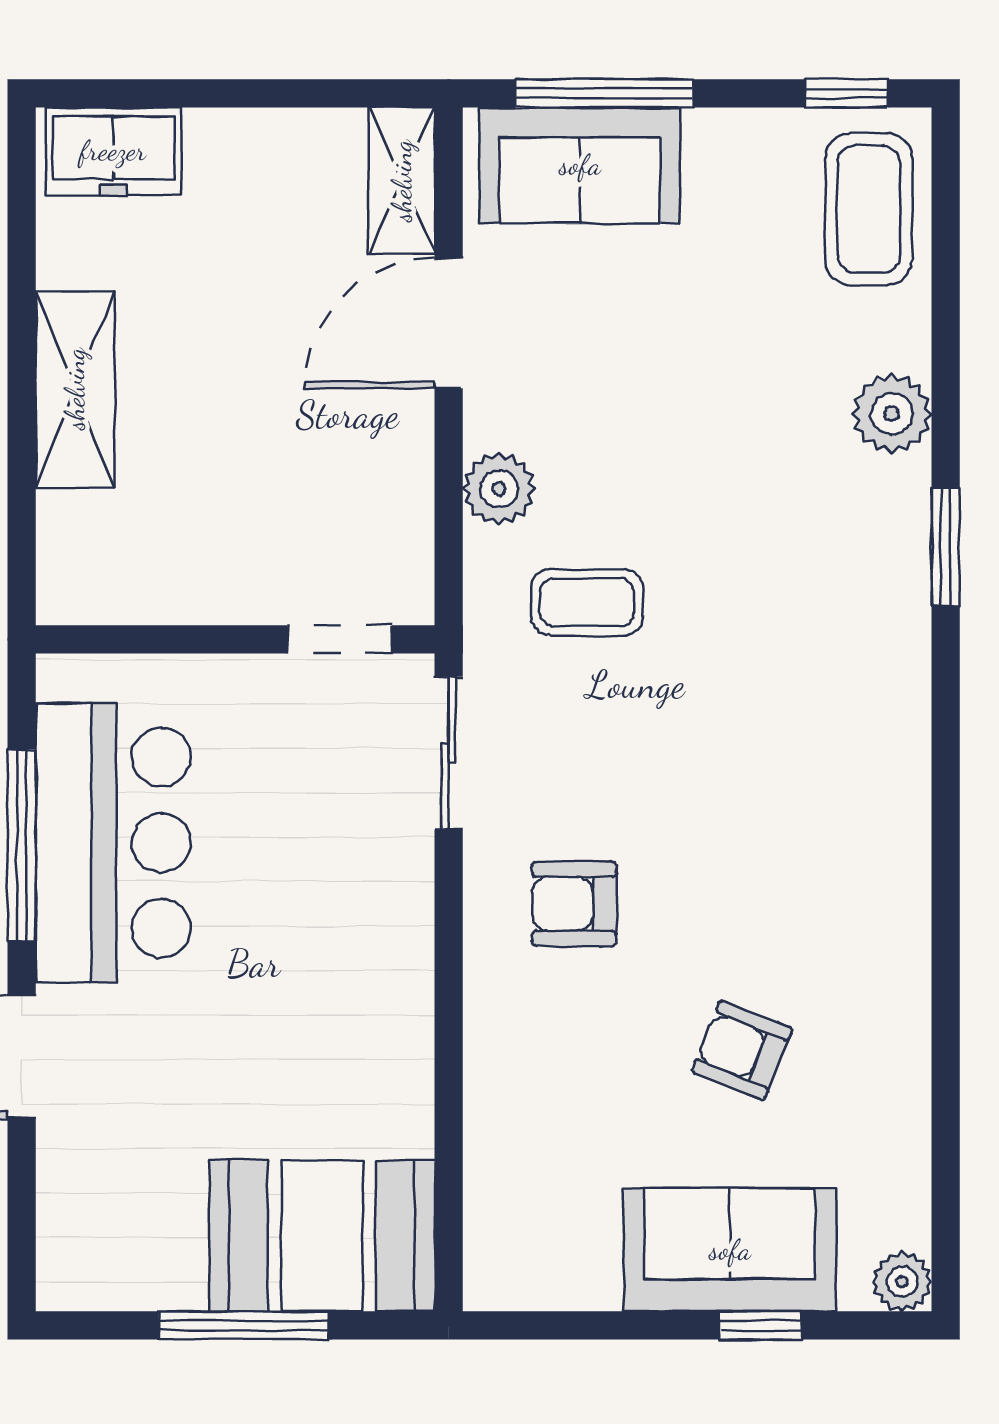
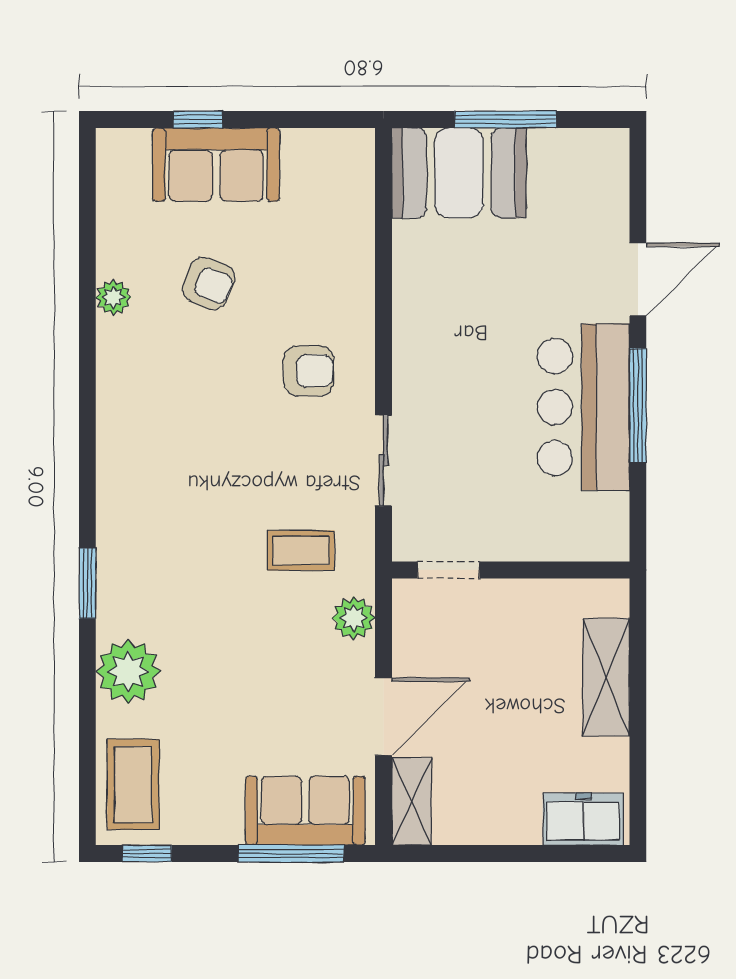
plant: (892, 414) -> (128, 671), width x1.36, depth x1.36
wall: (235, 639) -> (511, 570), moved
doorway: (340, 639) -> (448, 570), moved
plant: (902, 1282) -> (113, 297), moved

